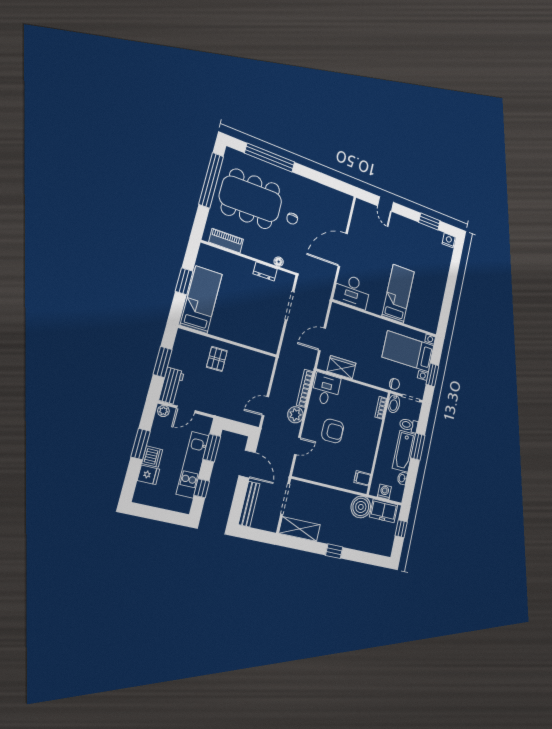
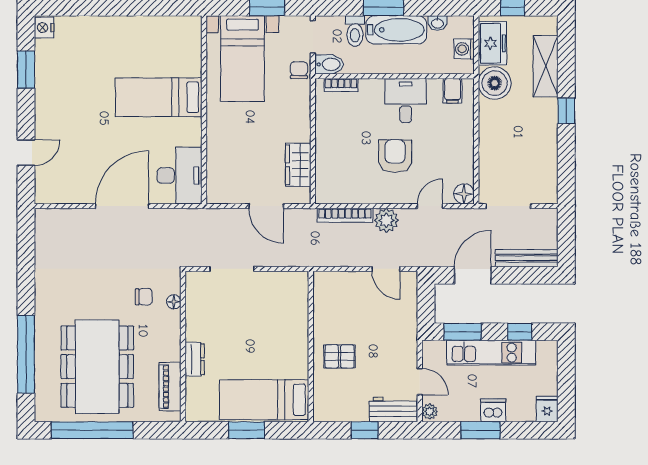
chair: (292, 219) -> (144, 297), moved
door: (343, 250) -> (122, 206), swing flipped
dresser: (265, 271) -> (195, 359), moved
window: (163, 362) -> (365, 430), width x0.67
desk: (326, 389) -> (406, 101), moved, turned 90
door: (297, 446) -> (430, 206), hinge flipped
floor lamp: (300, 471) -> (464, 194), added
fridge: (148, 475) -> (547, 409), moved
shelving: (300, 529) -> (546, 66), moved

